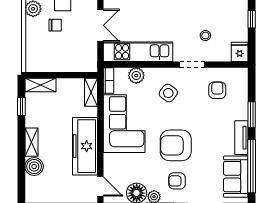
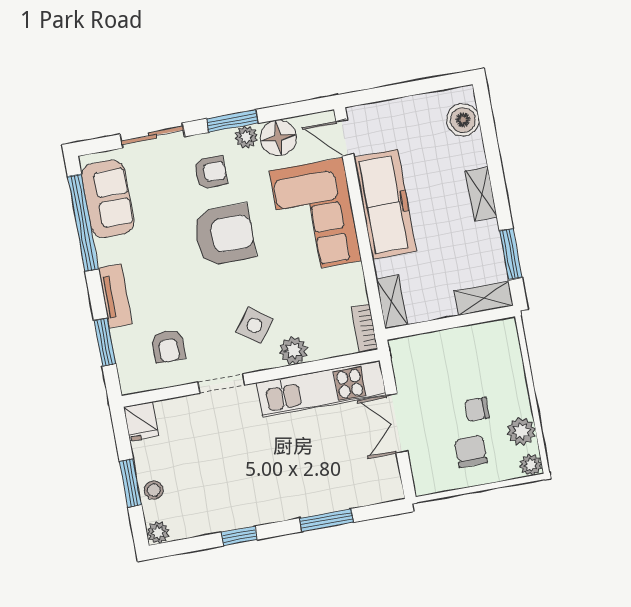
window: (252, 19) -> (130, 483), width x1.50
stool: (205, 36) -> (154, 490), moved
plant: (136, 75) -> (293, 350), moved
window: (21, 106) -> (511, 254), width x1.50
window: (252, 115) -> (105, 342), moved
corner sofa: (124, 124) -> (315, 216), moved
tv unit: (241, 138) -> (115, 296), moved
boiler: (34, 167) -> (463, 120), moved

